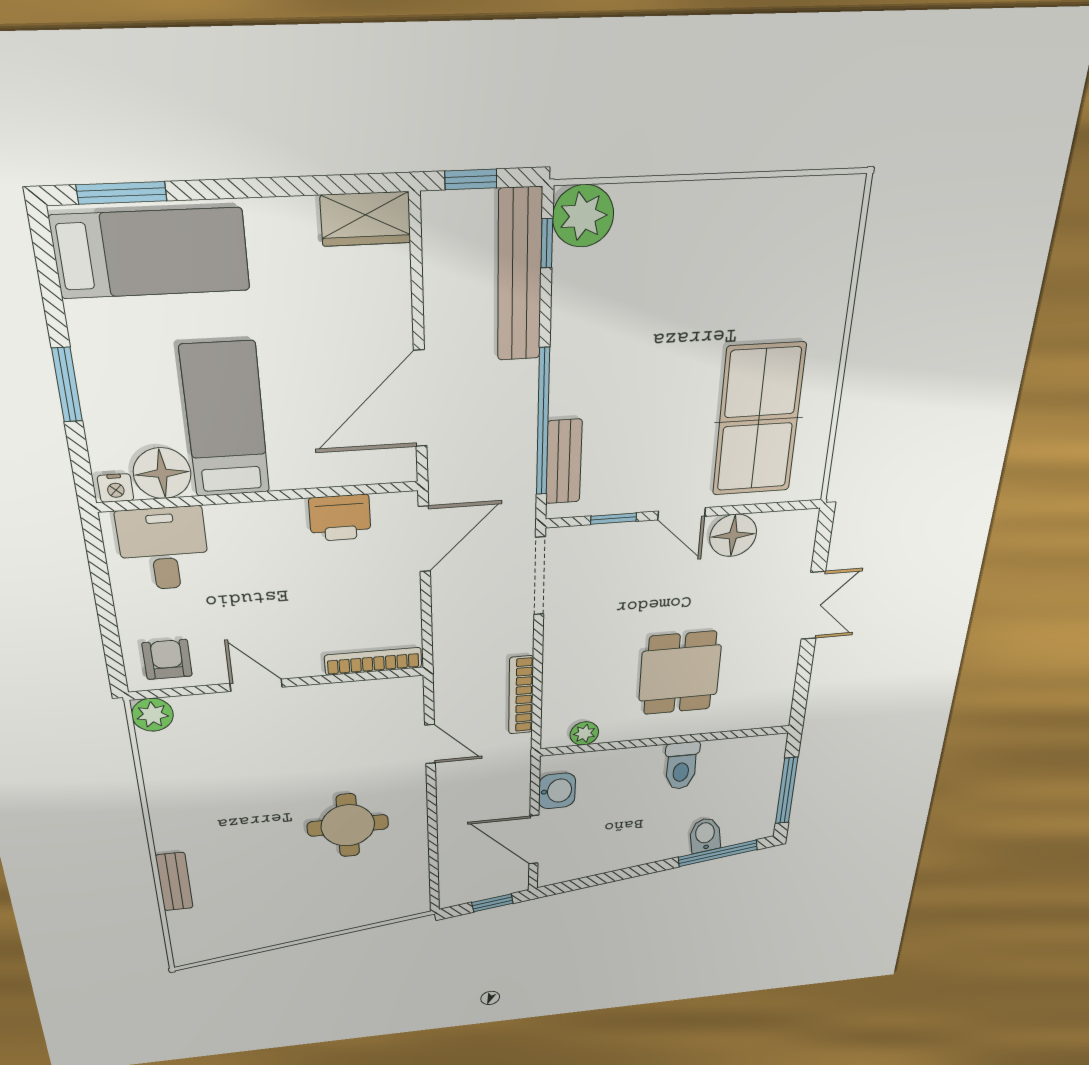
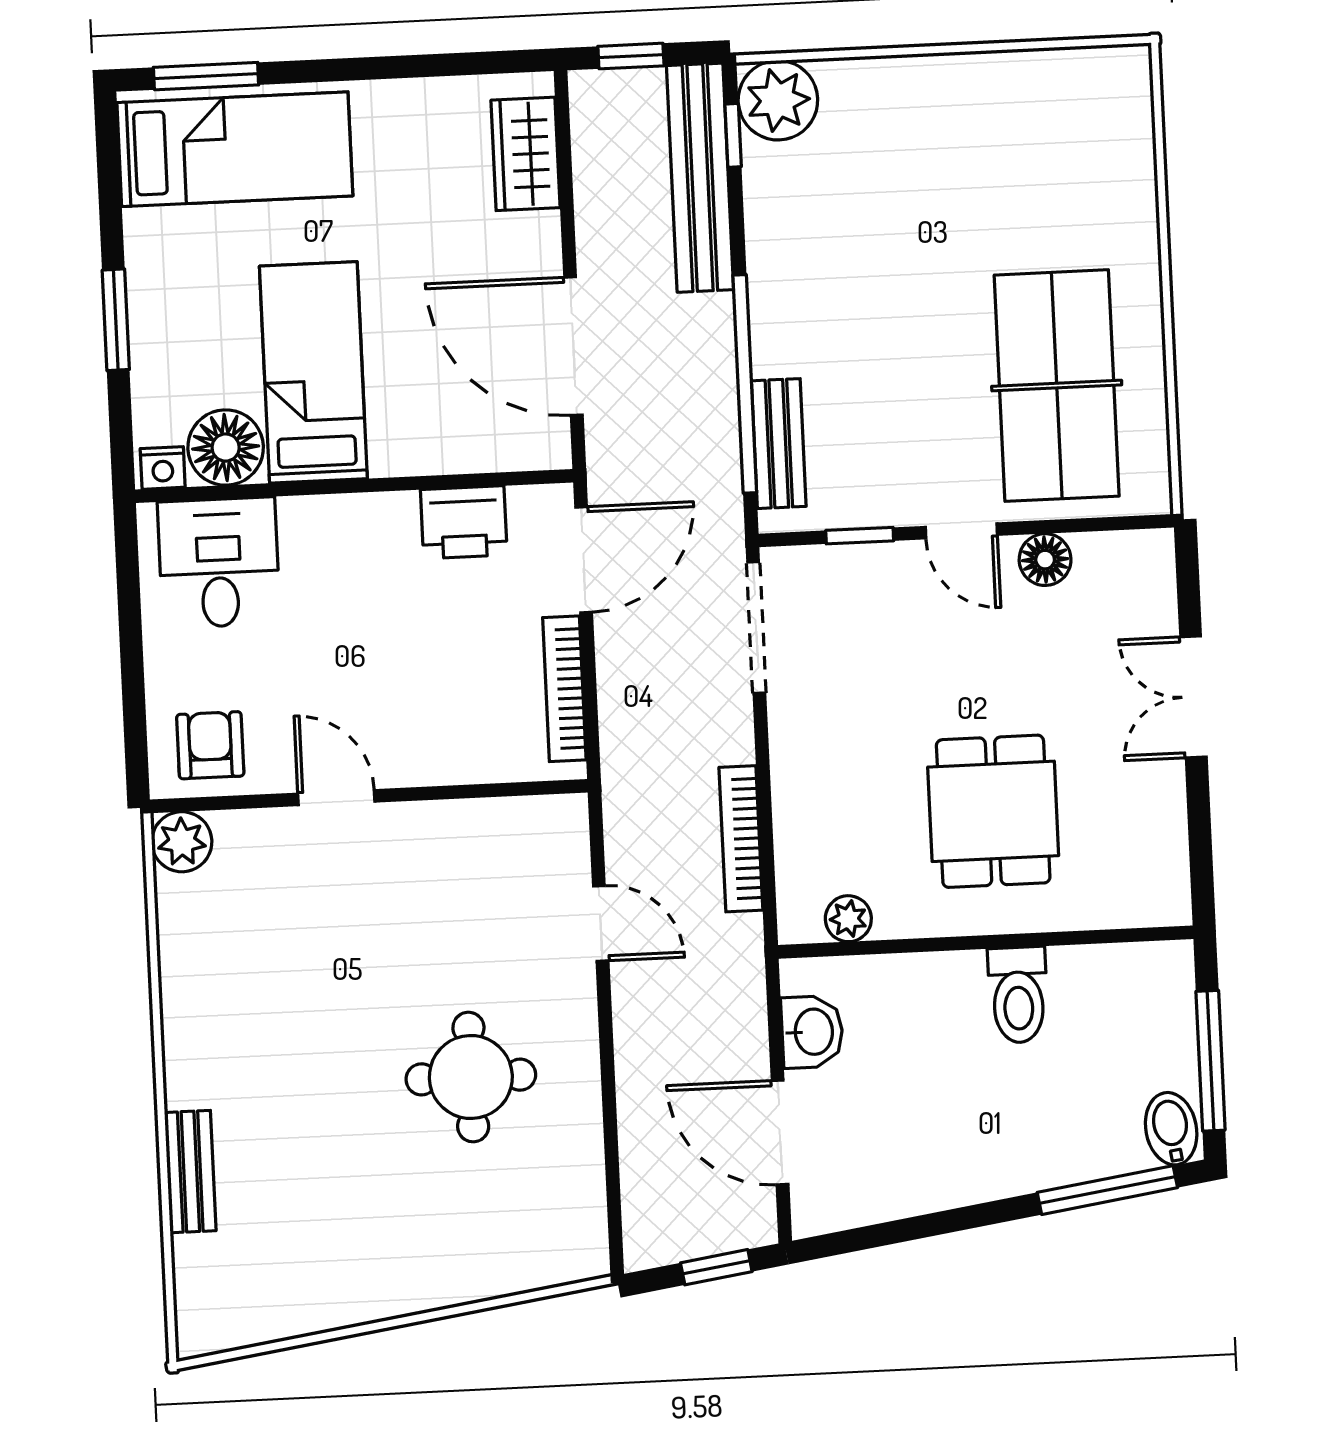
wardrobe: (366, 219) -> (526, 154), moved, turned 90
door: (420, 399) -> (573, 346), hinge flipped
floor lamp: (733, 535) -> (1045, 560), width x0.73, depth x0.73
double door: (813, 606) -> (1193, 697), swing flipped
bookcase: (373, 661) -> (564, 689), moved, turned -90
bidet: (705, 835) -> (1171, 1129), moved

